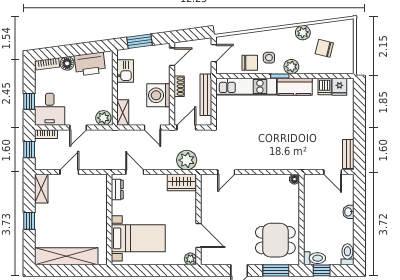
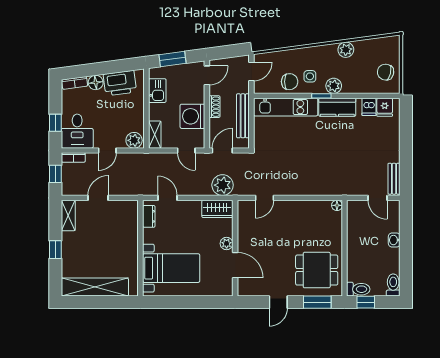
chair: (324, 48) -> (386, 72), moved
plant: (190, 259) -> (227, 243), moved

